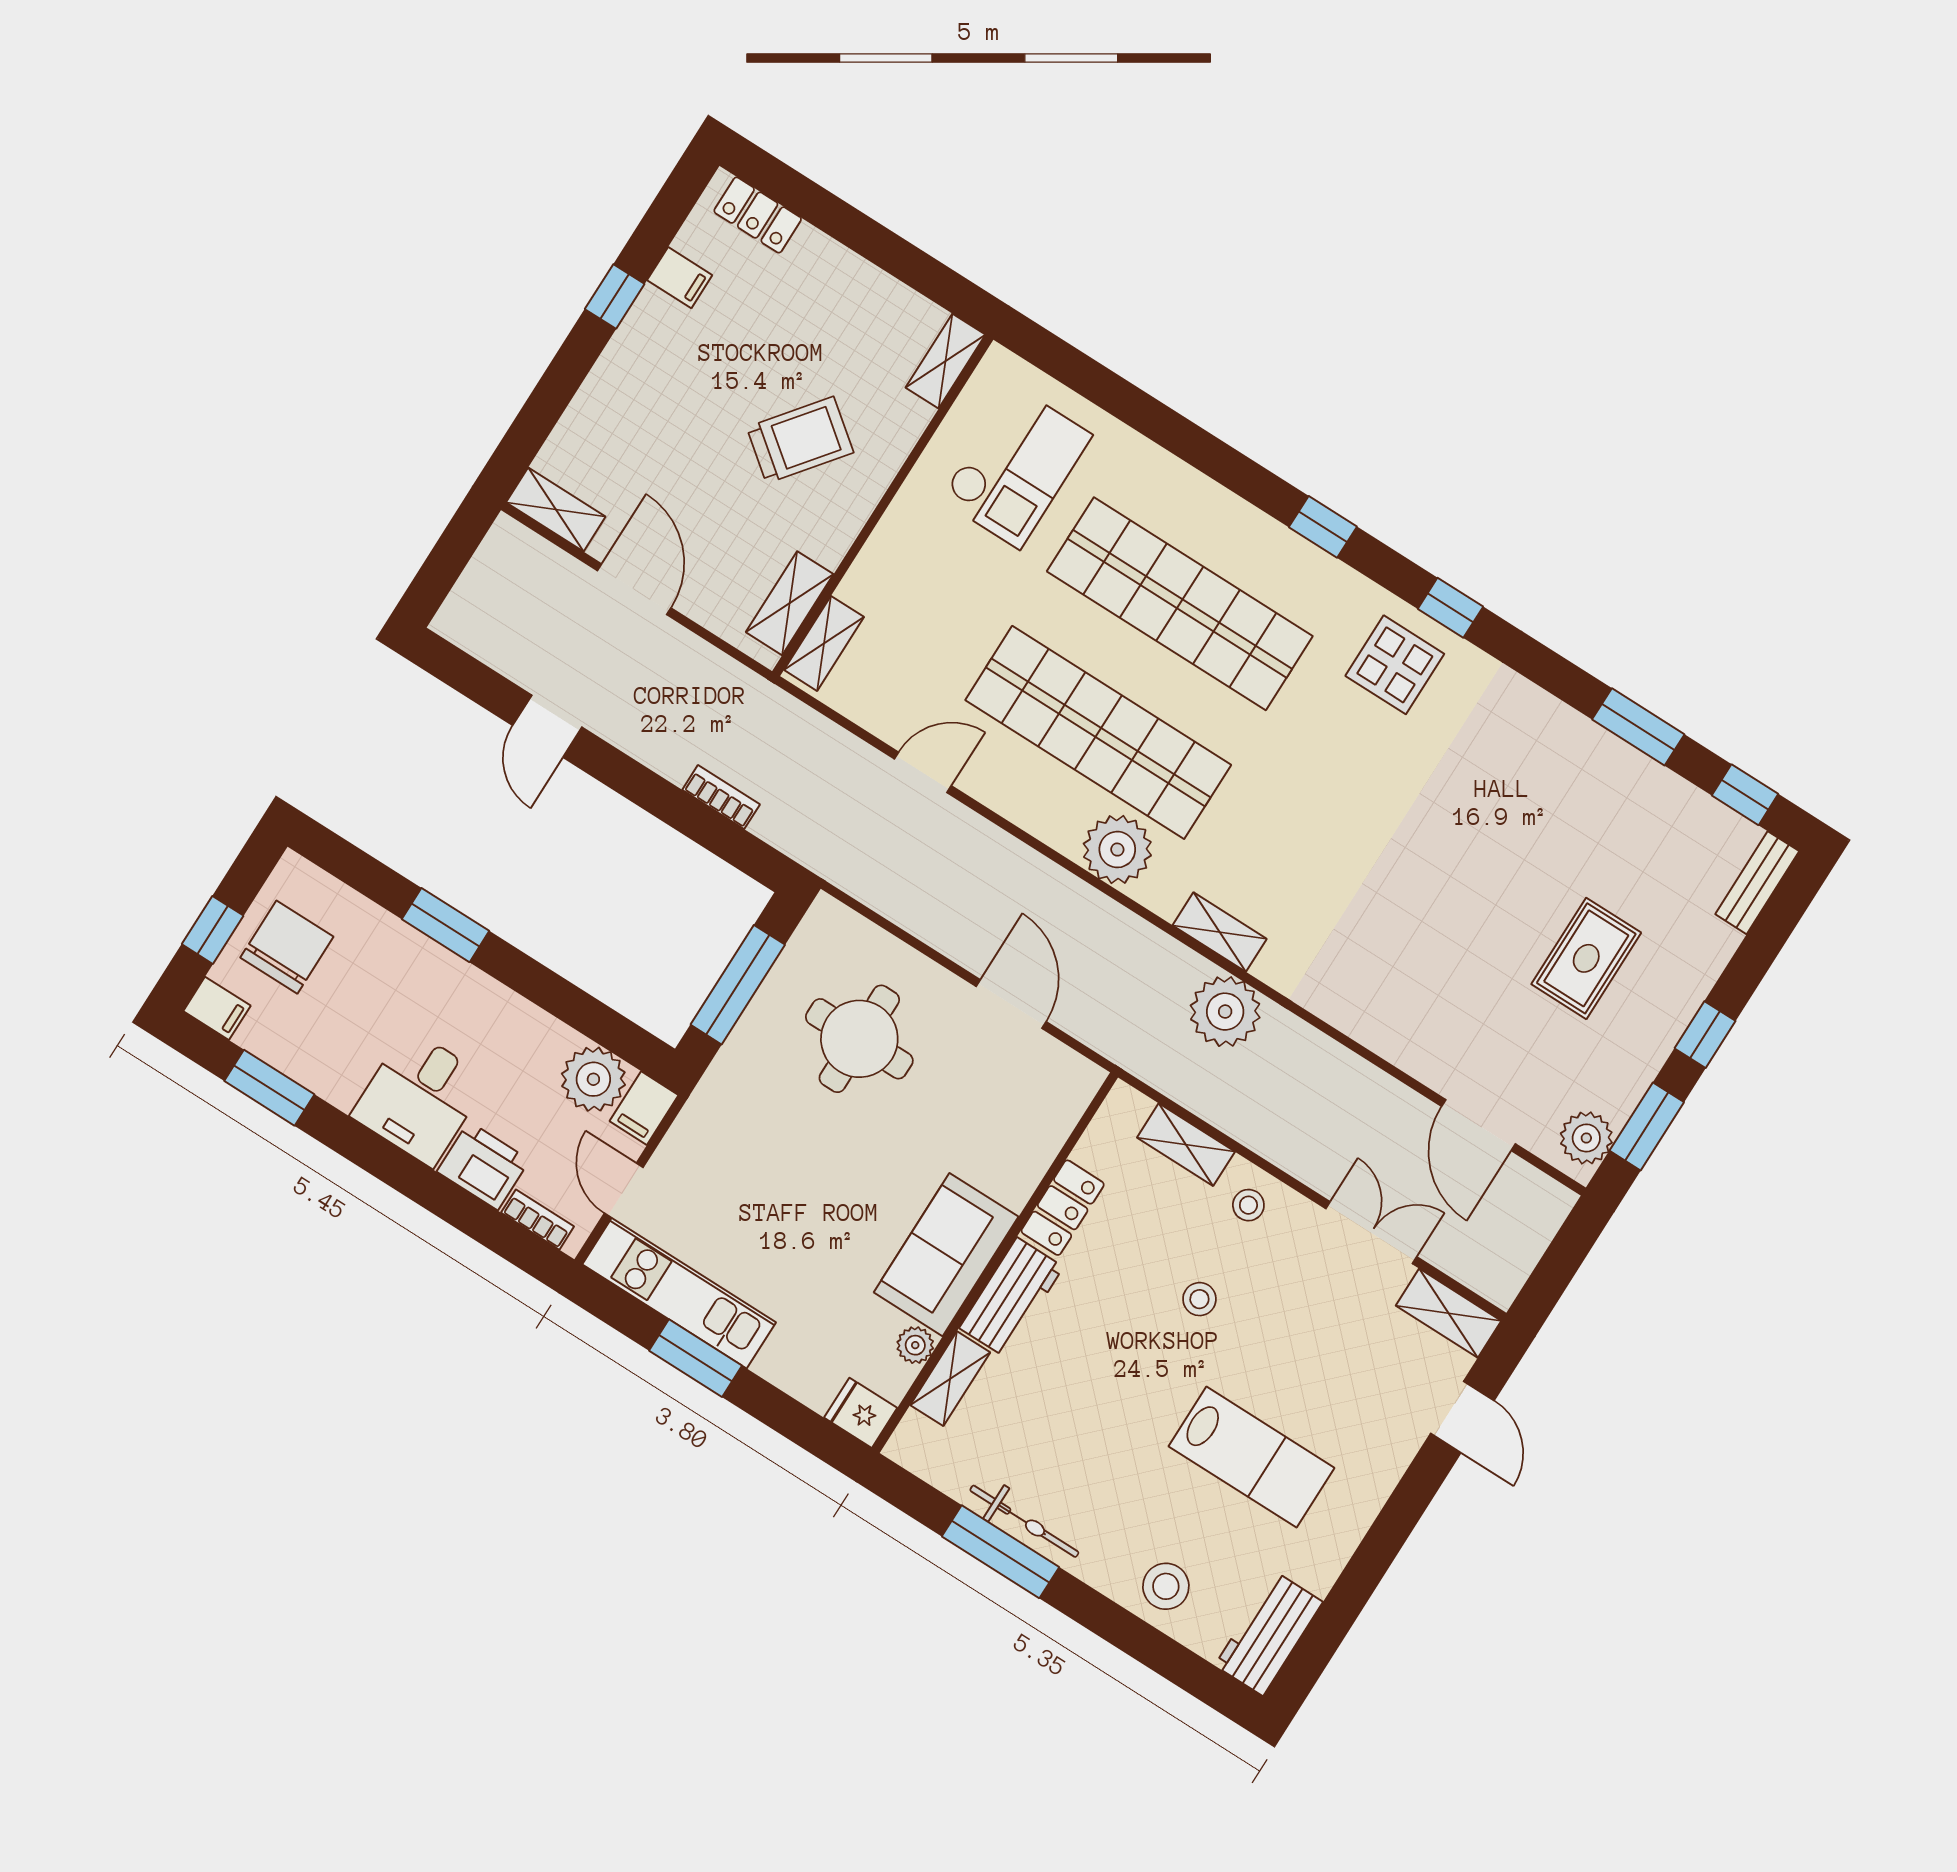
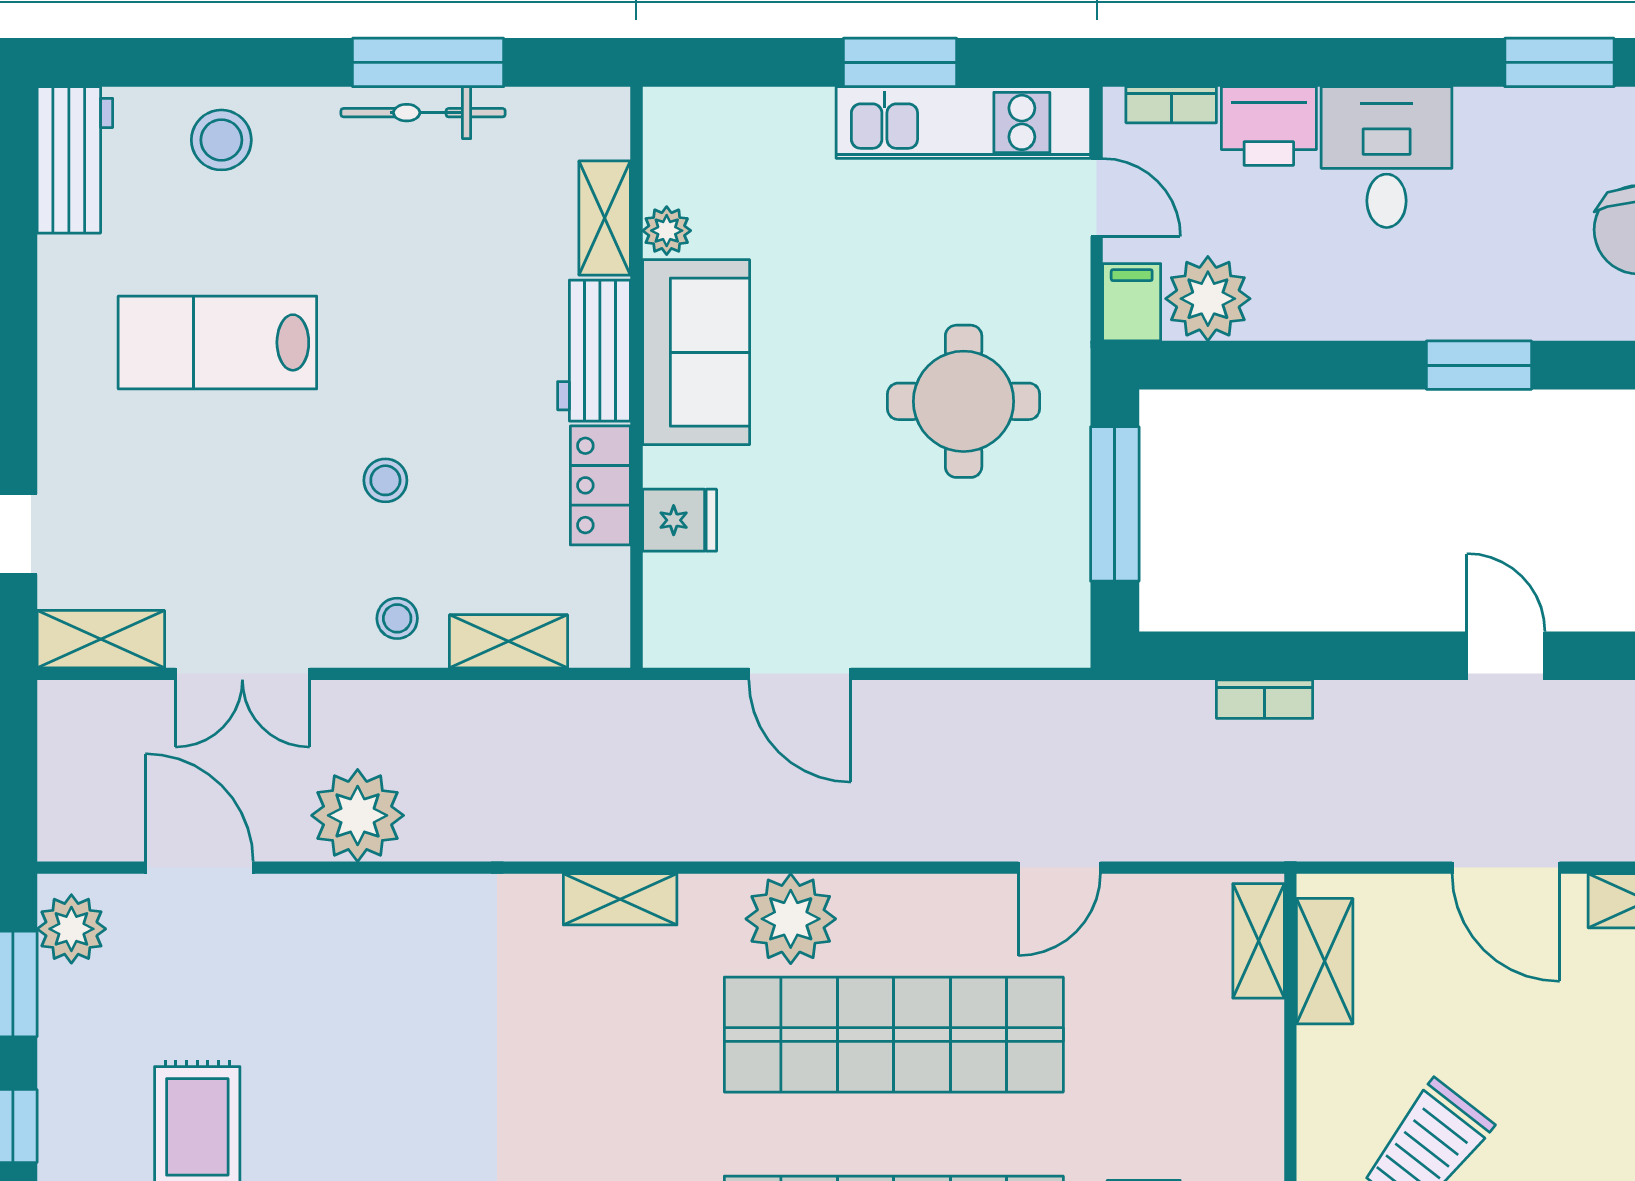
plant: (1225, 1012) -> (358, 815), moved
round table: (859, 1039) -> (964, 401), moved
fridge: (861, 1413) -> (680, 520), moved

